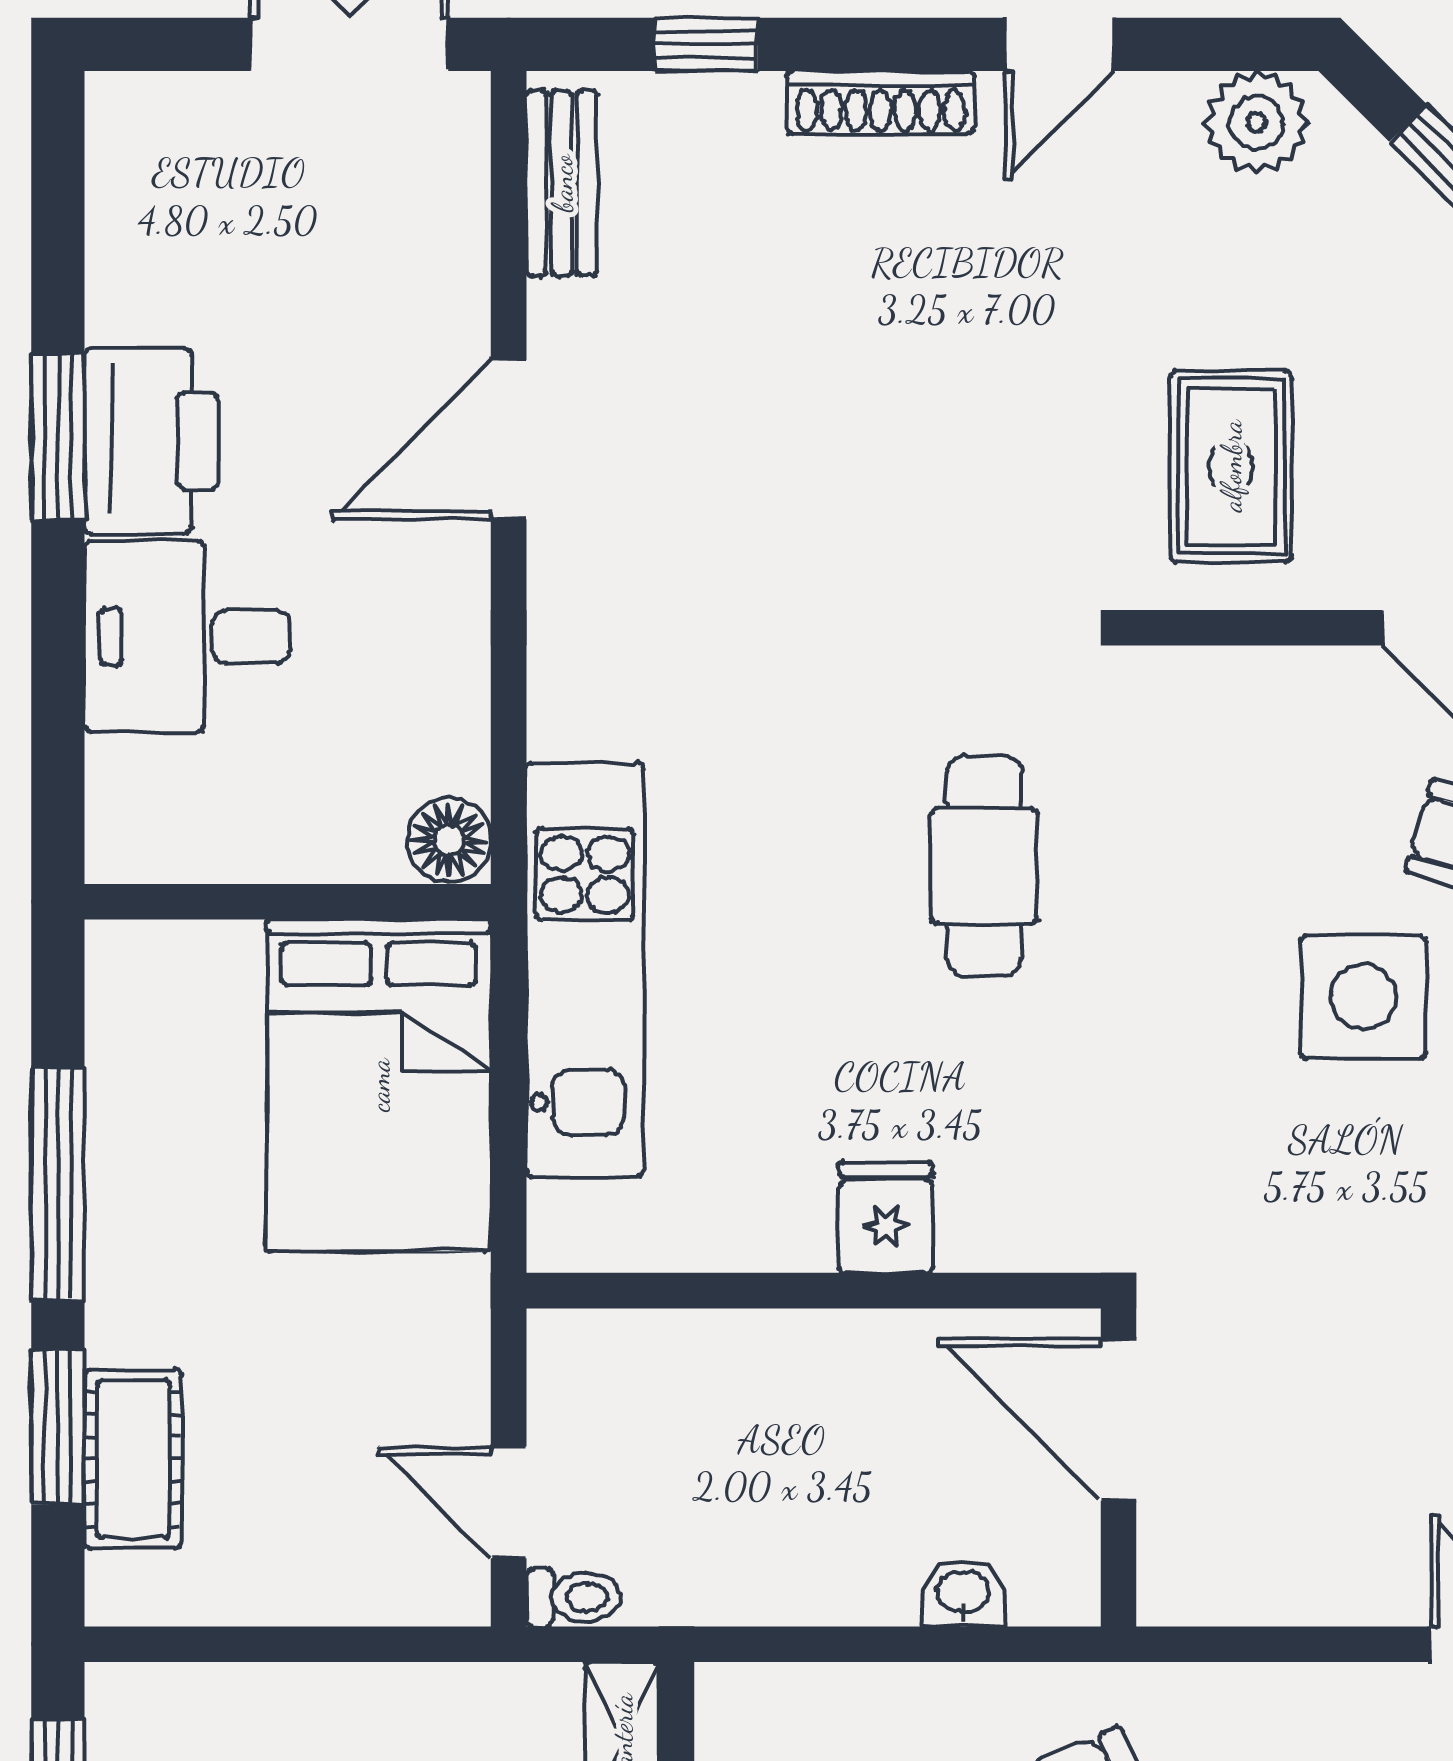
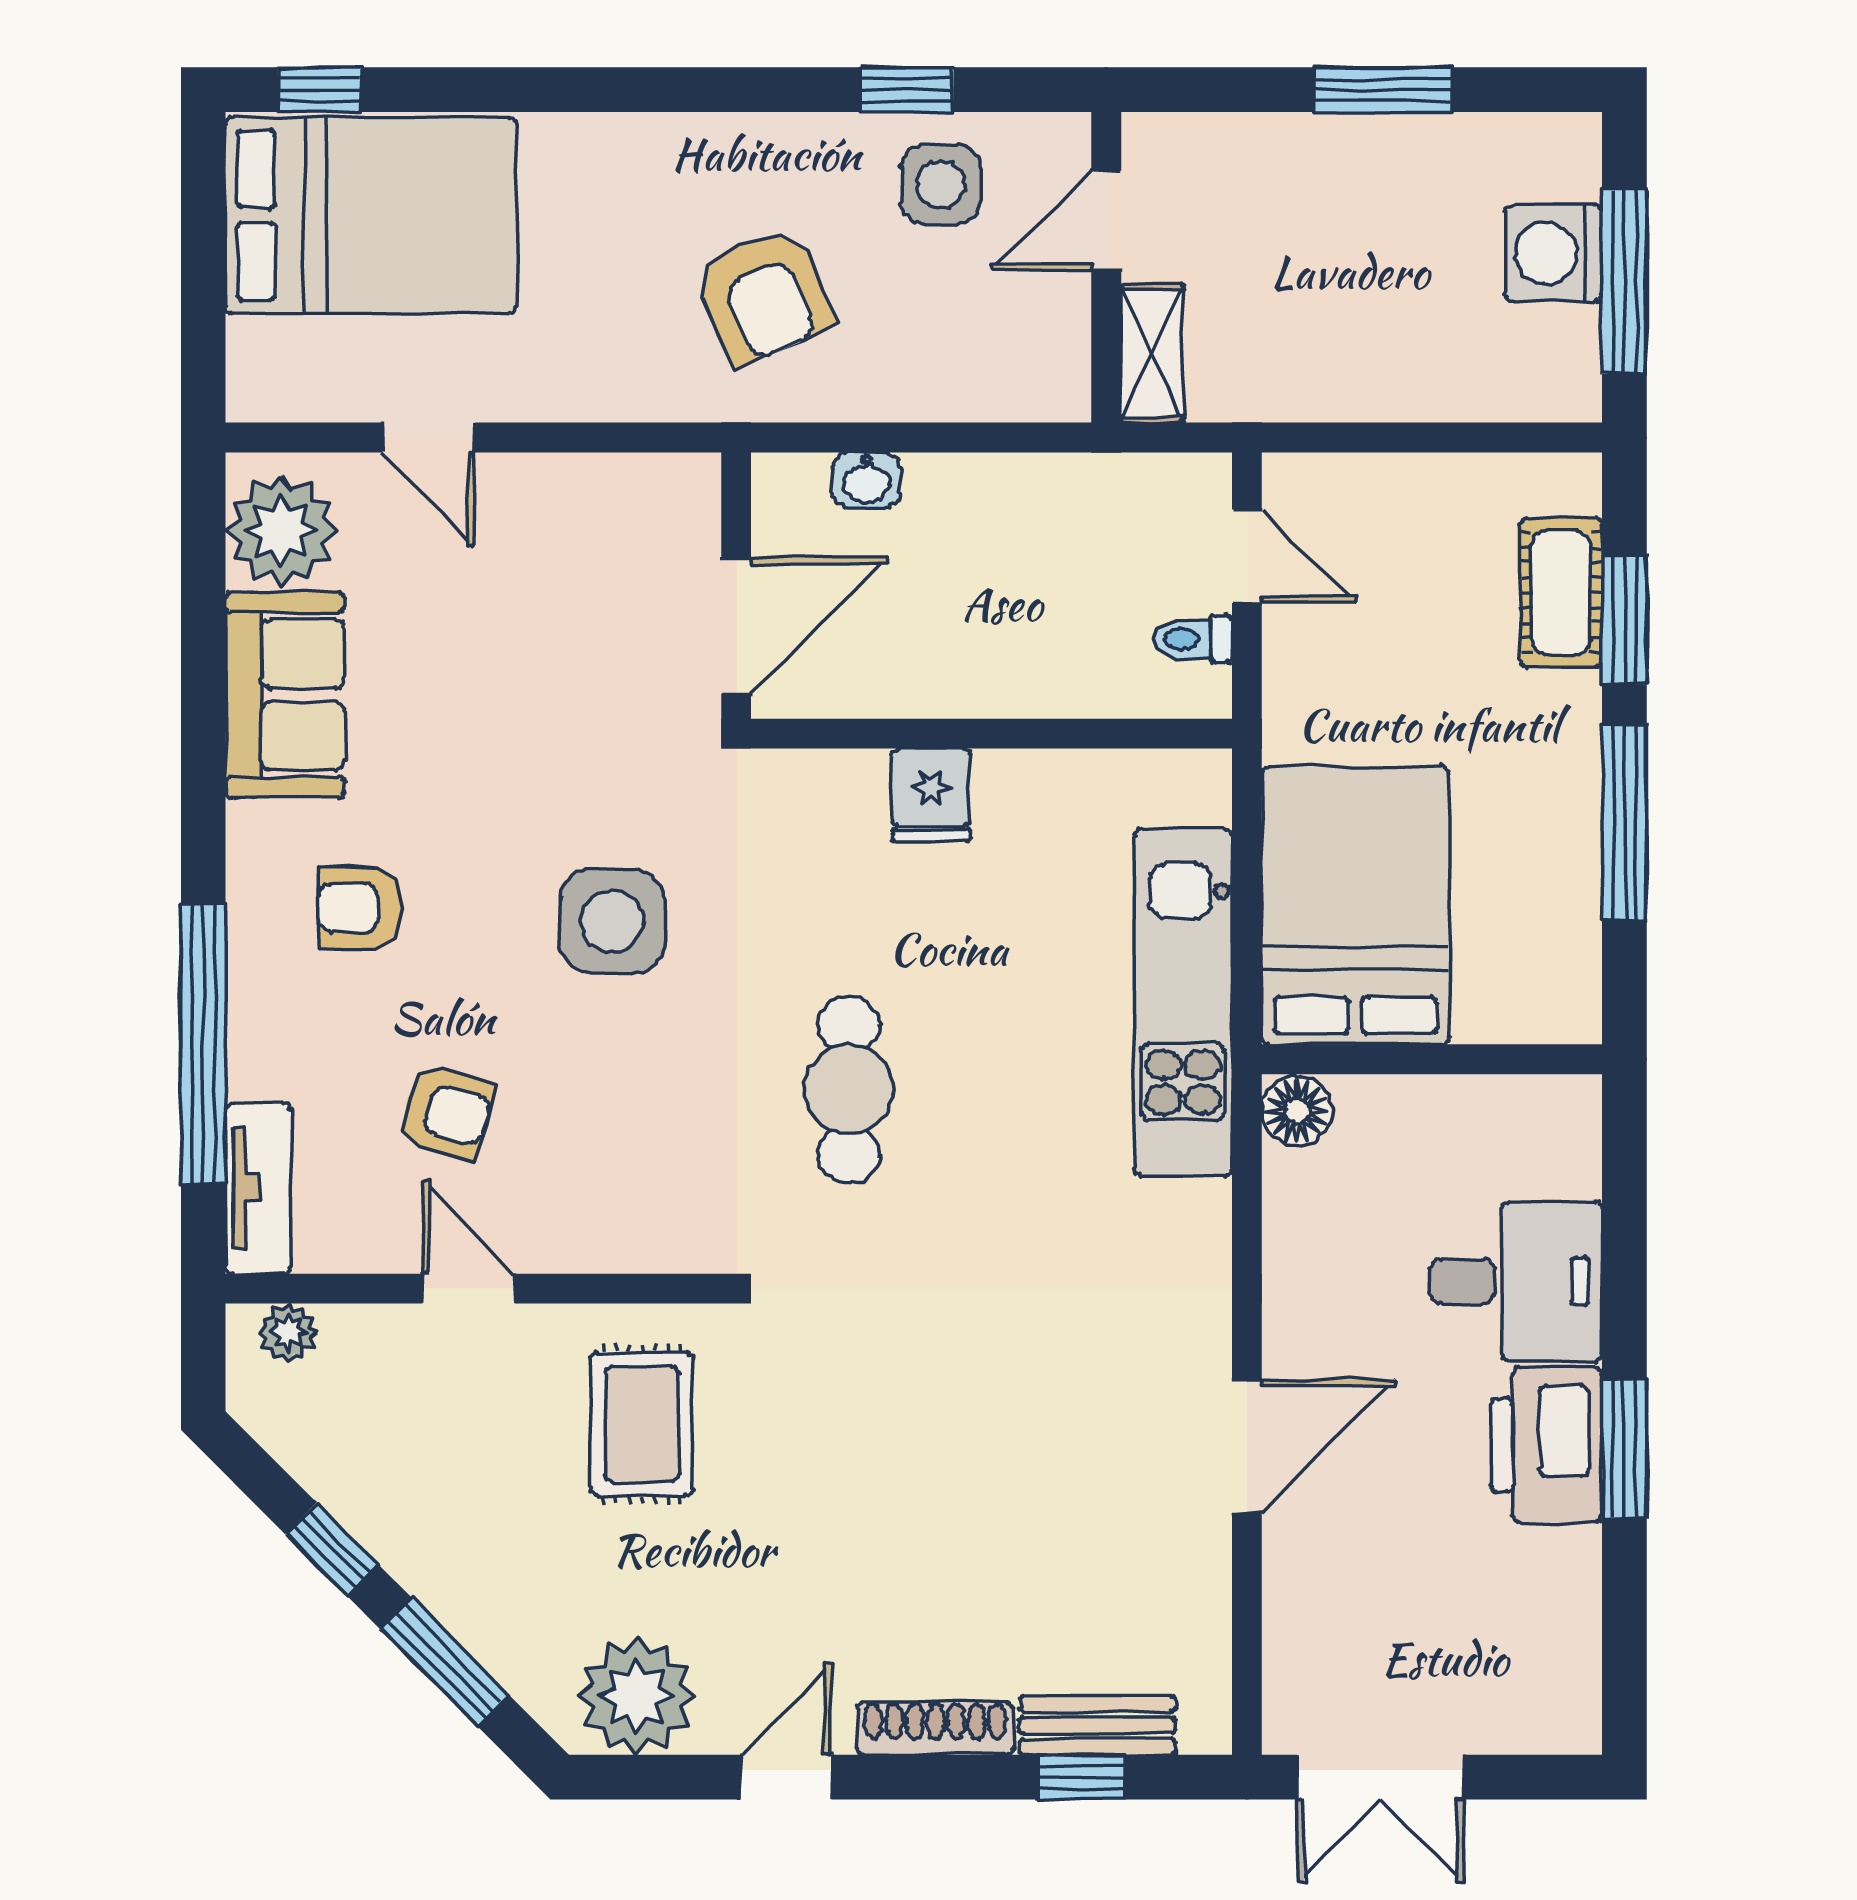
plant: (1257, 122) -> (636, 1696), width x1.36, depth x1.36
bench: (562, 183) -> (1097, 1725), moved, turned 90
side table: (1363, 997) -> (612, 921), moved
door: (1119, 1420) -> (736, 626), hinge flipped
toilet: (574, 1597) -> (1192, 639), moved

